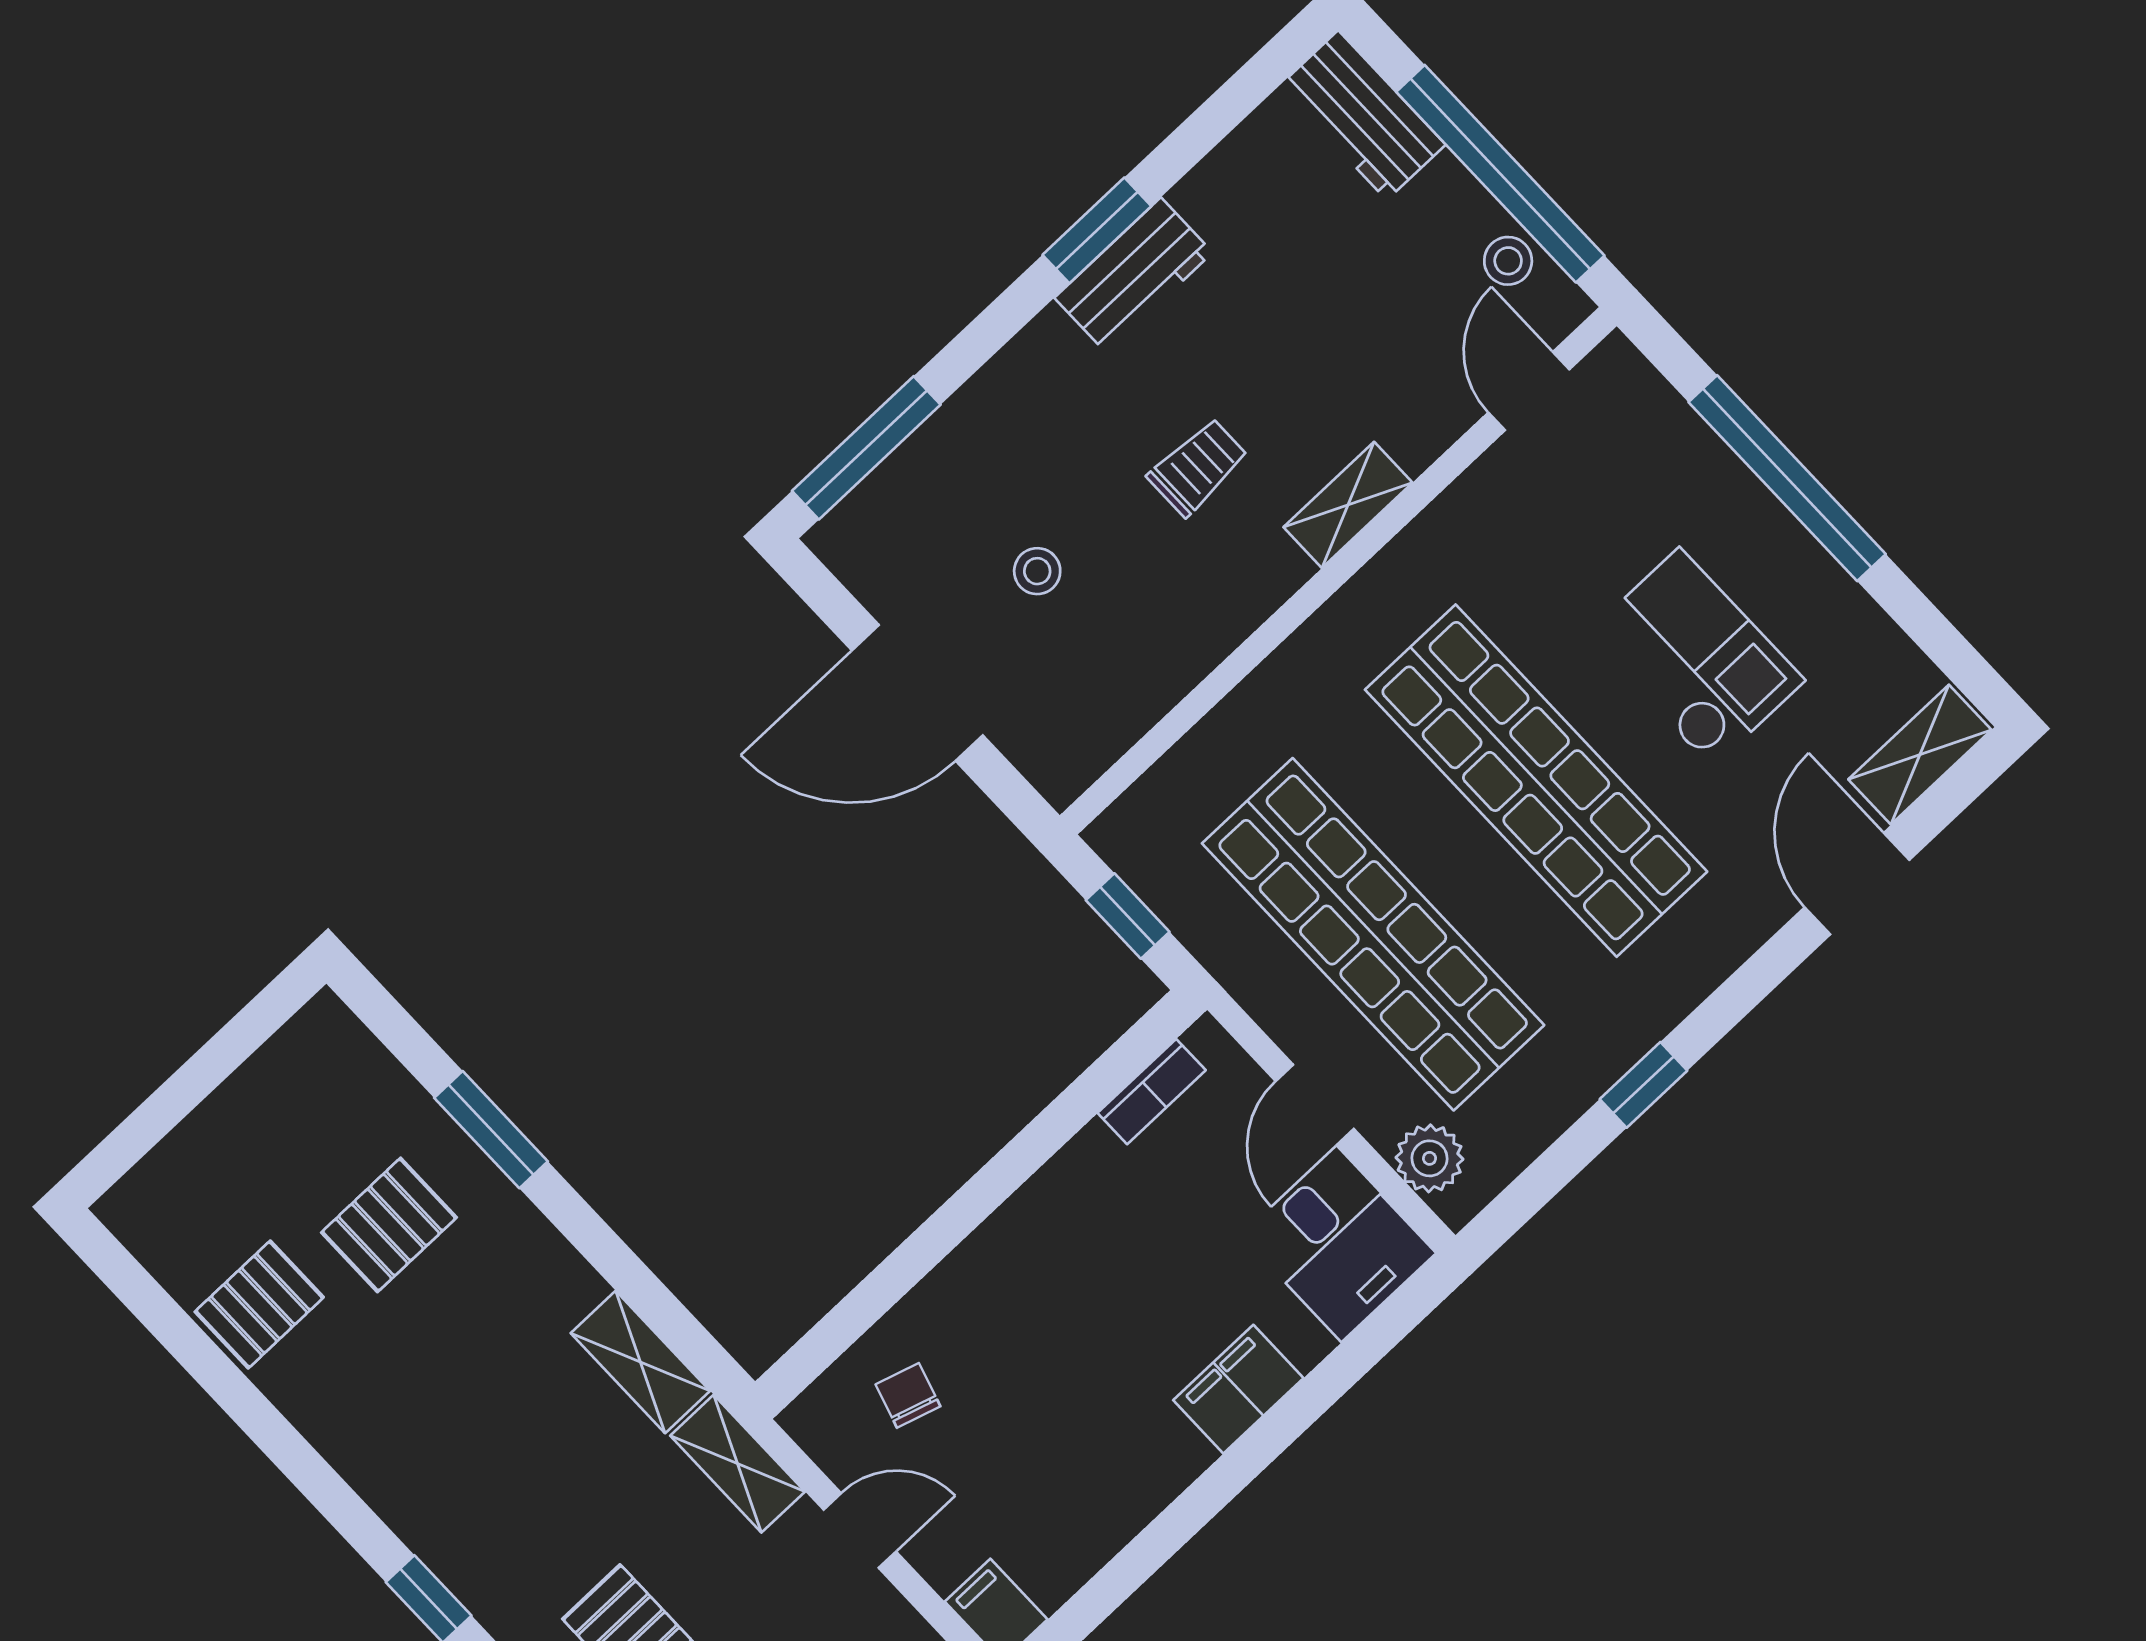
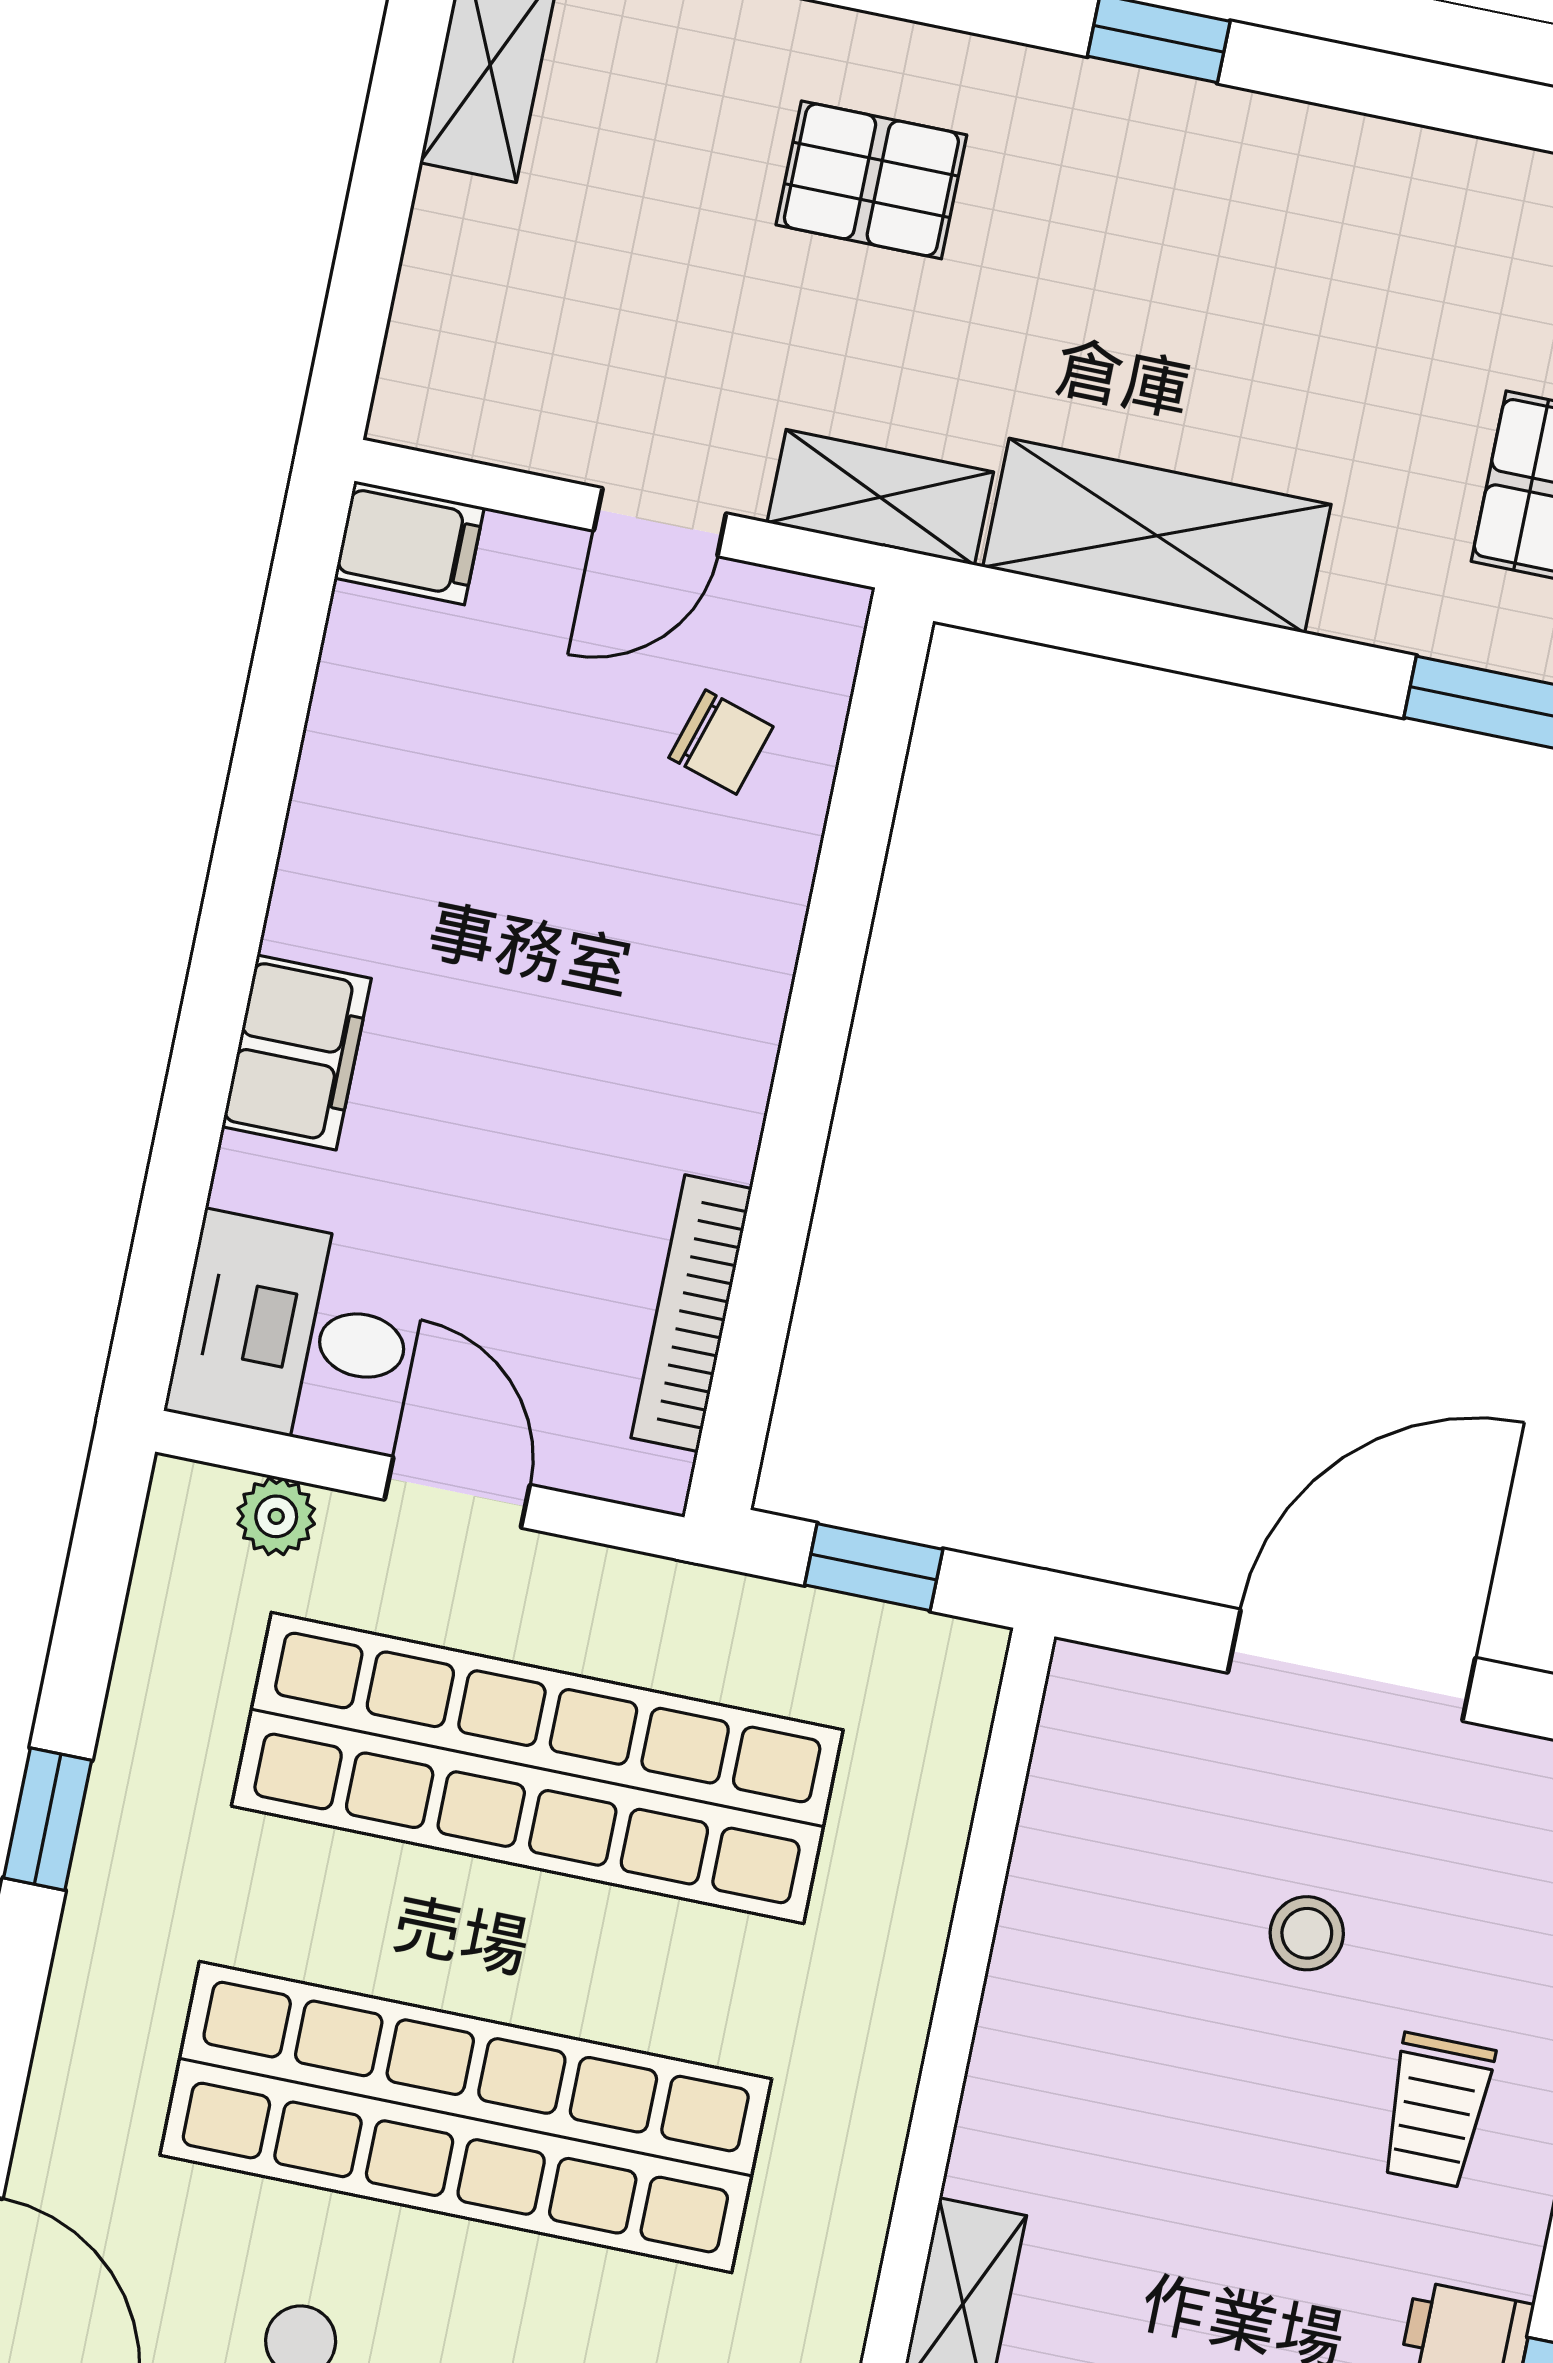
trolley: (1198, 467) -> (1436, 2110), moved
bookcase: (1152, 1092) -> (691, 1313), width x1.56
plant: (1430, 1158) -> (276, 1516), width x0.73, depth x0.73
shelving: (640, 1362) -> (1157, 536), width x1.50, depth x1.33

